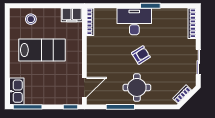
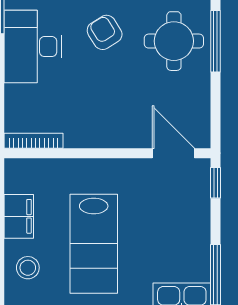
filing cabinet: (72, 15) -> (19, 216), moved
lab bench: (42, 50) -> (94, 244), turned 180
window: (120, 107) -> (215, 41), moved

